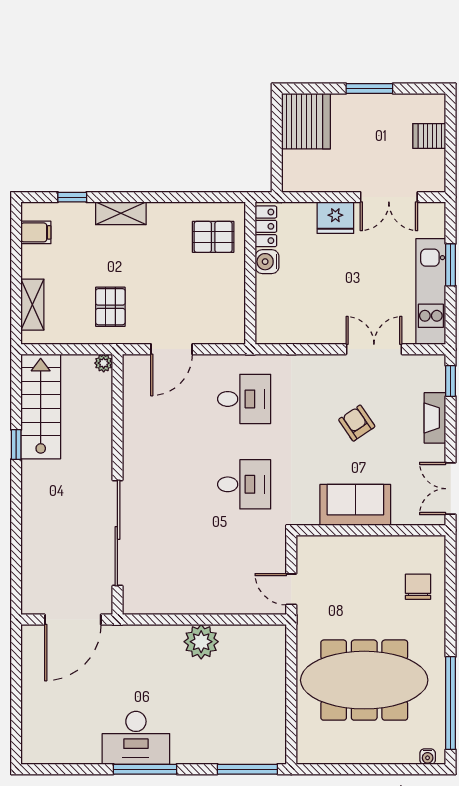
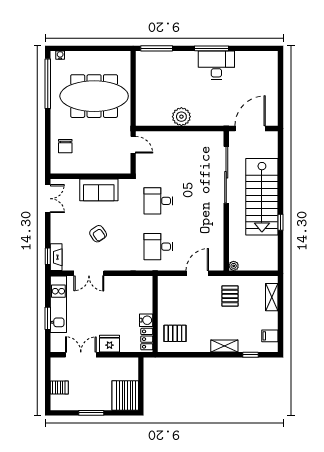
stairs: (41, 406) -> (262, 197), moved, width x1.36, depth x1.51
fireplace: (435, 418) -> (56, 257), moved

